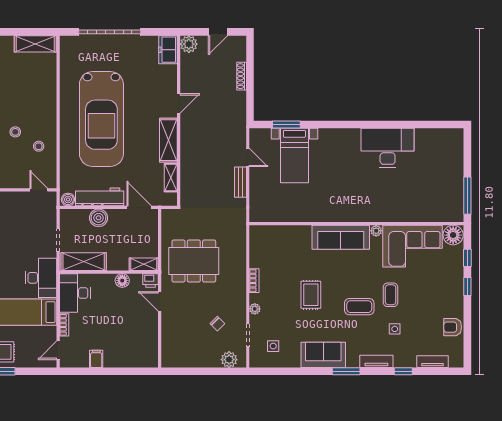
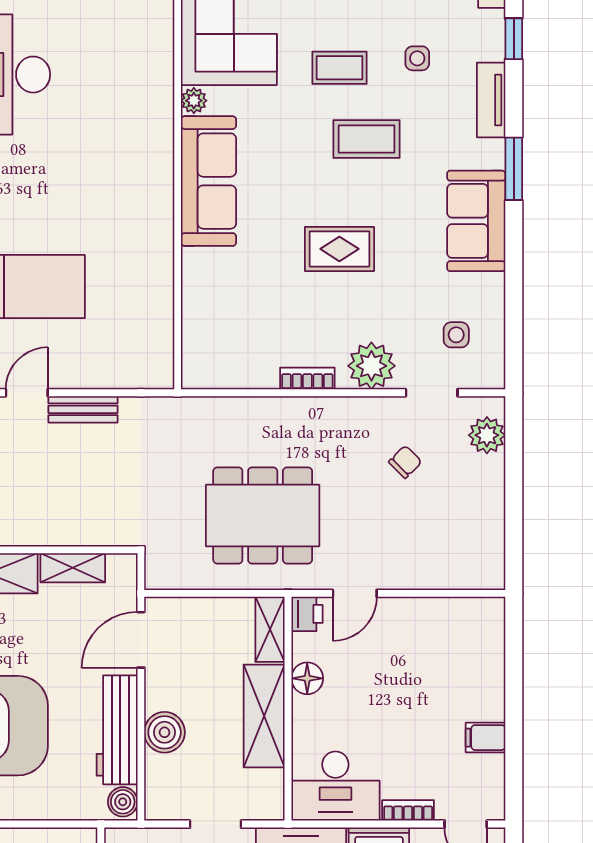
dining table: (194, 261) -> (263, 515), turned 90
shelving: (84, 262) -> (264, 716), moved
coffee table: (359, 307) -> (367, 139), turned 90
plant: (255, 309) -> (371, 366), width x1.87, depth x1.87

